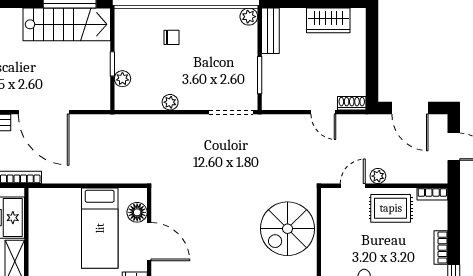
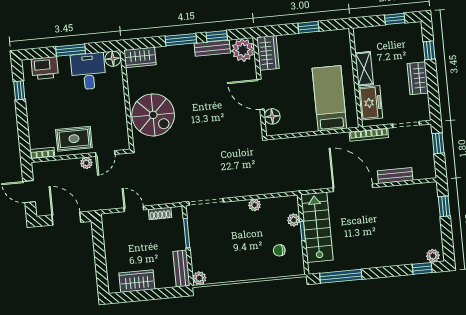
stairs: (67, 24) -> (317, 227), moved, turned 90
chair: (171, 37) -> (279, 250), moved
shoe rack: (352, 103) -> (160, 213), moved
bed: (100, 228) -> (329, 98), moved
spiral stairs: (287, 229) -> (153, 115), turned 90
bookcase: (441, 248) -> (32, 112), removed

